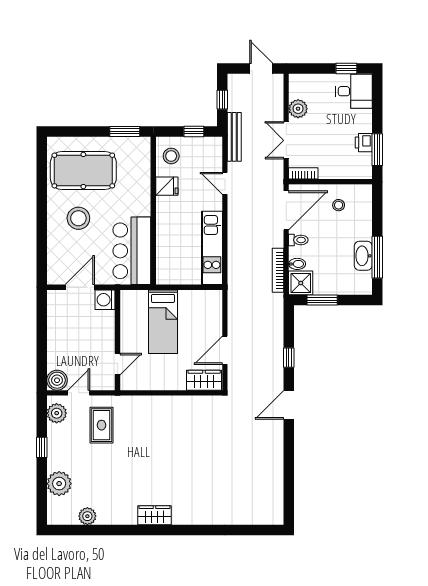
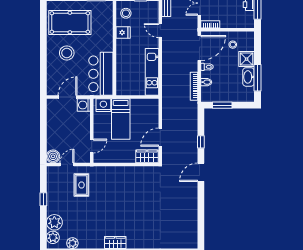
shower: (301, 283) -> (247, 59), moved
nightstand: (136, 300) -> (103, 105), added
plant: (57, 413) -> (53, 237), moved

